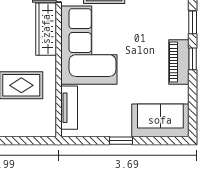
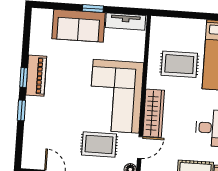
tv unit: (69, 108) -> (126, 22), moved, turned -90
sofa: (160, 120) -> (78, 26), moved

